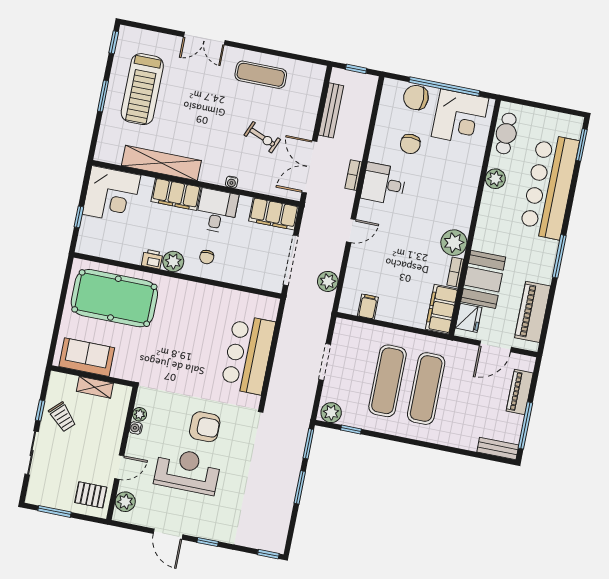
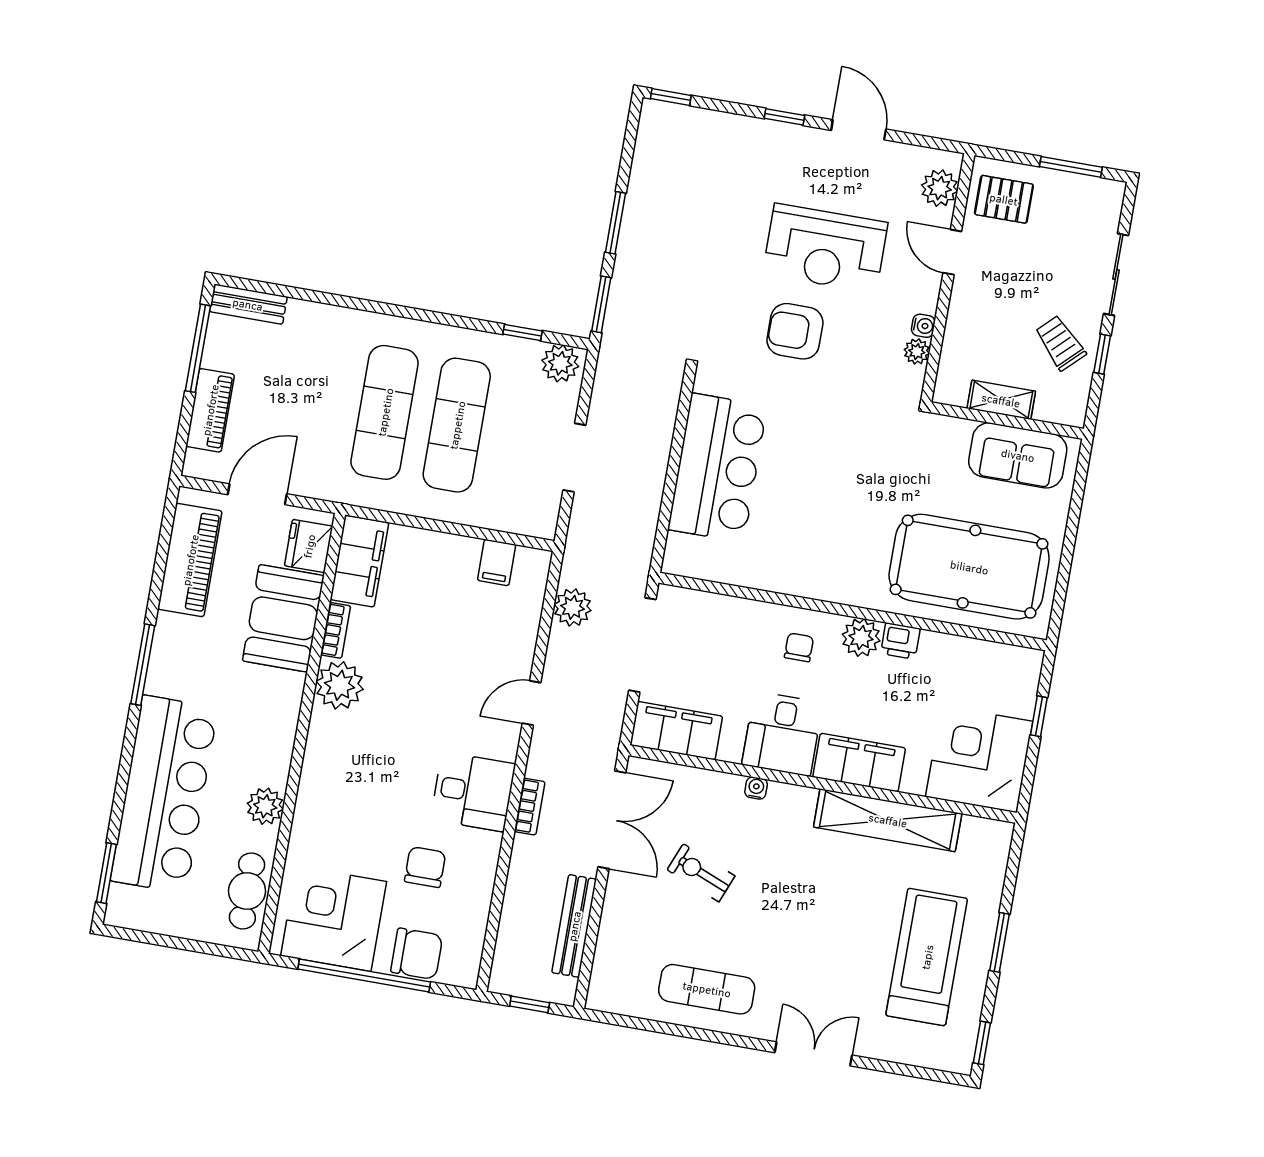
door: (119, 467) -> (952, 252), hinge flipped

